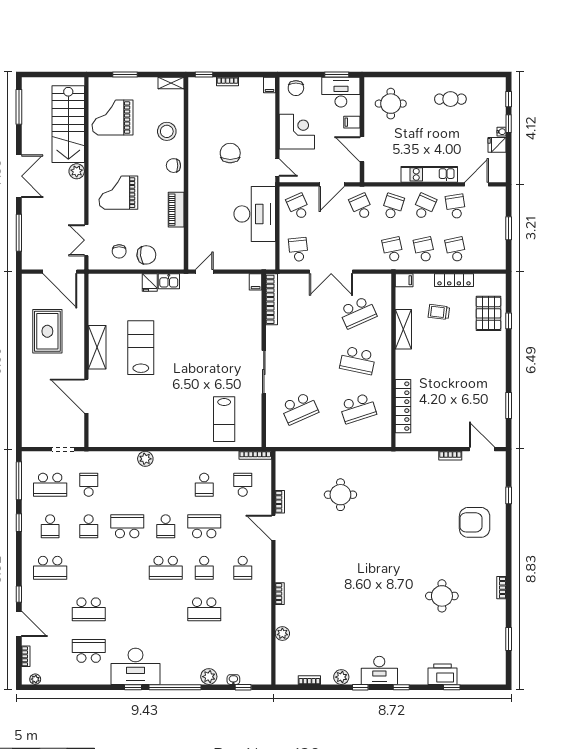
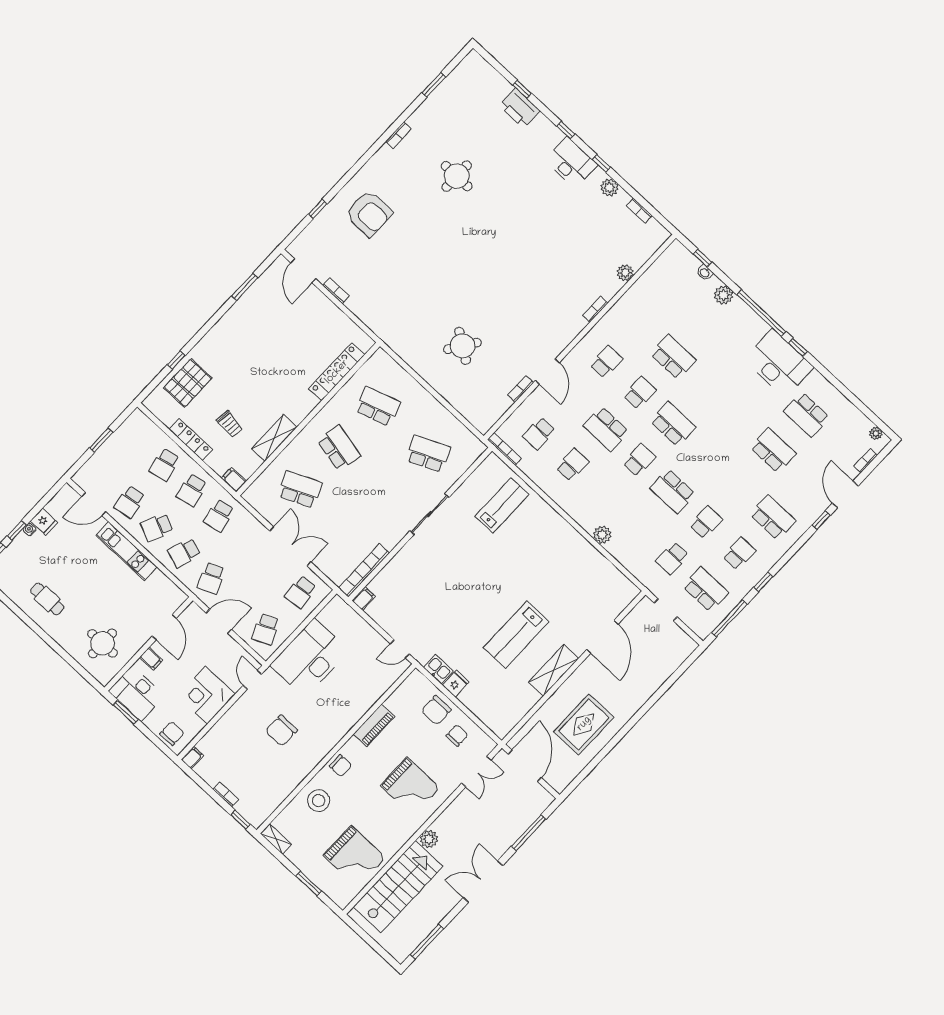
chair: (146, 255) -> (436, 710), turned -84
round table: (340, 495) -> (463, 346), turned 34

